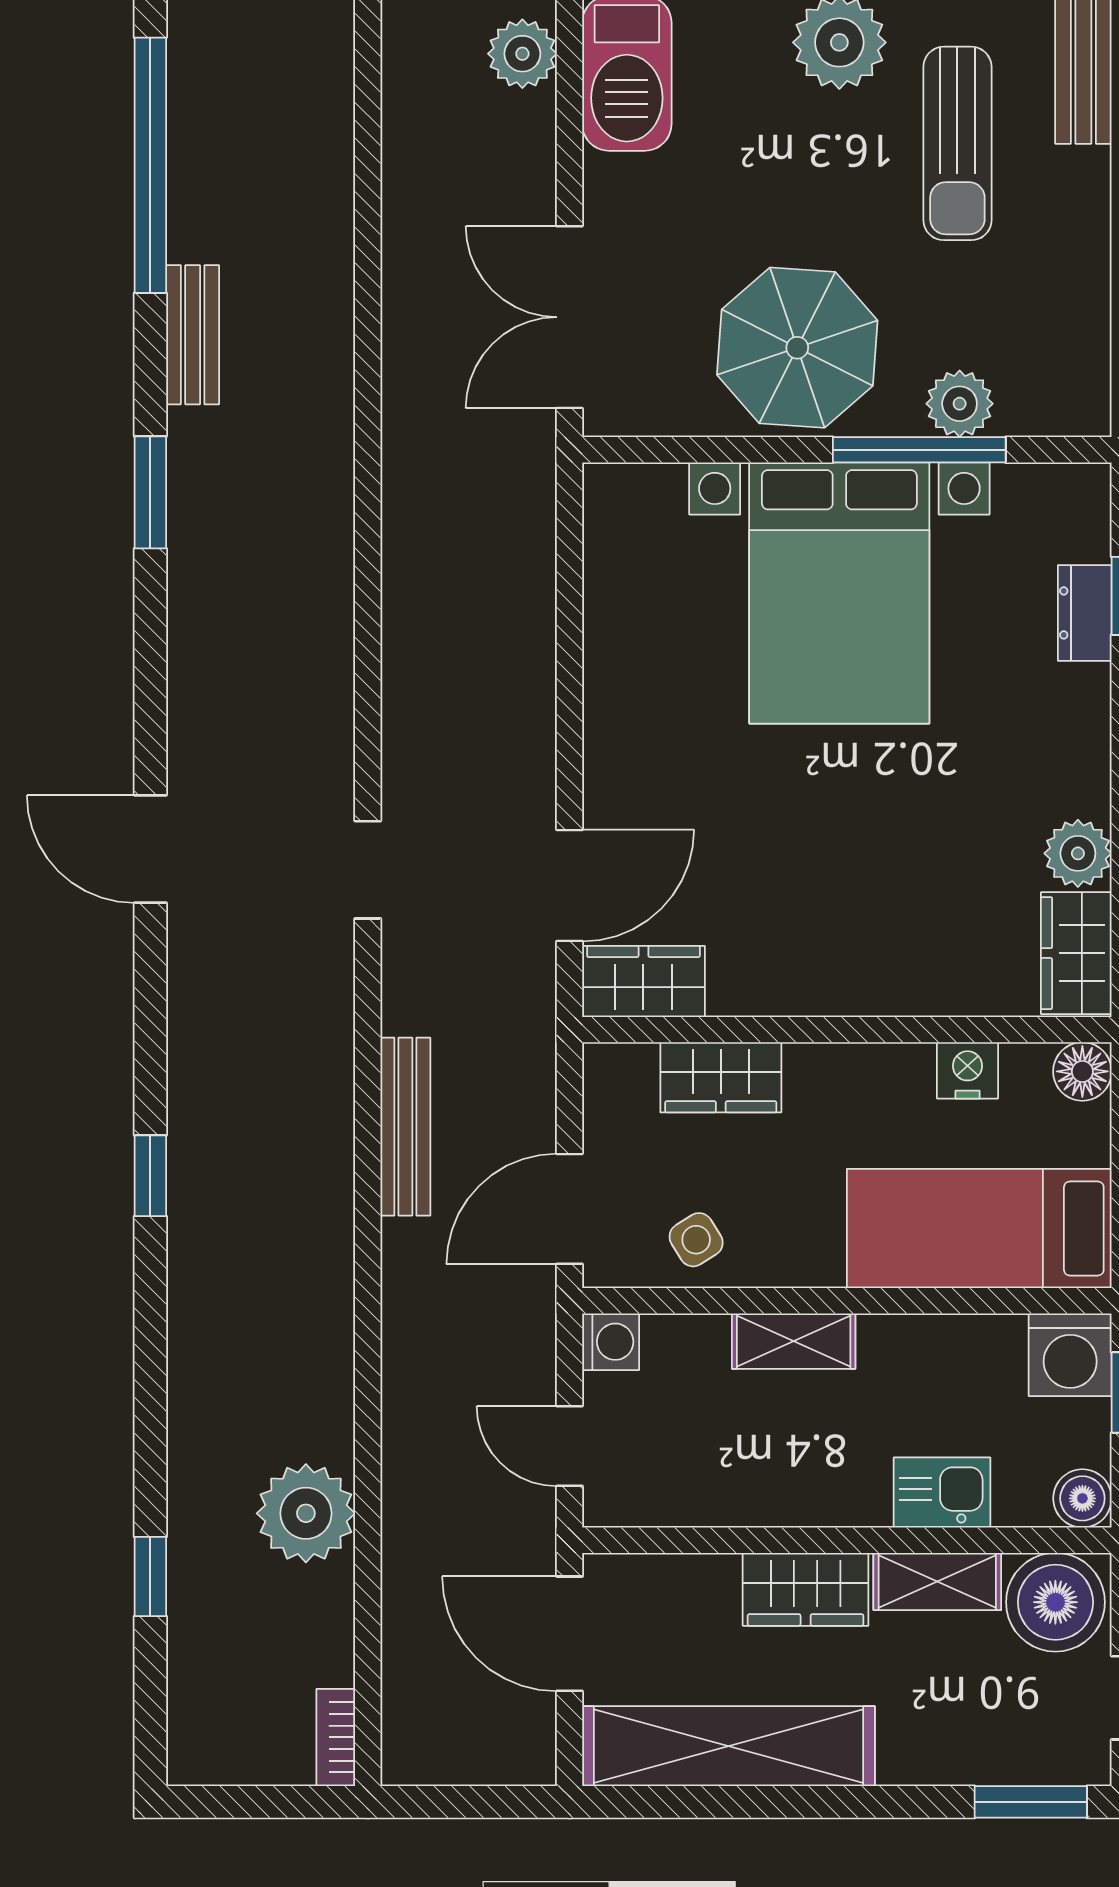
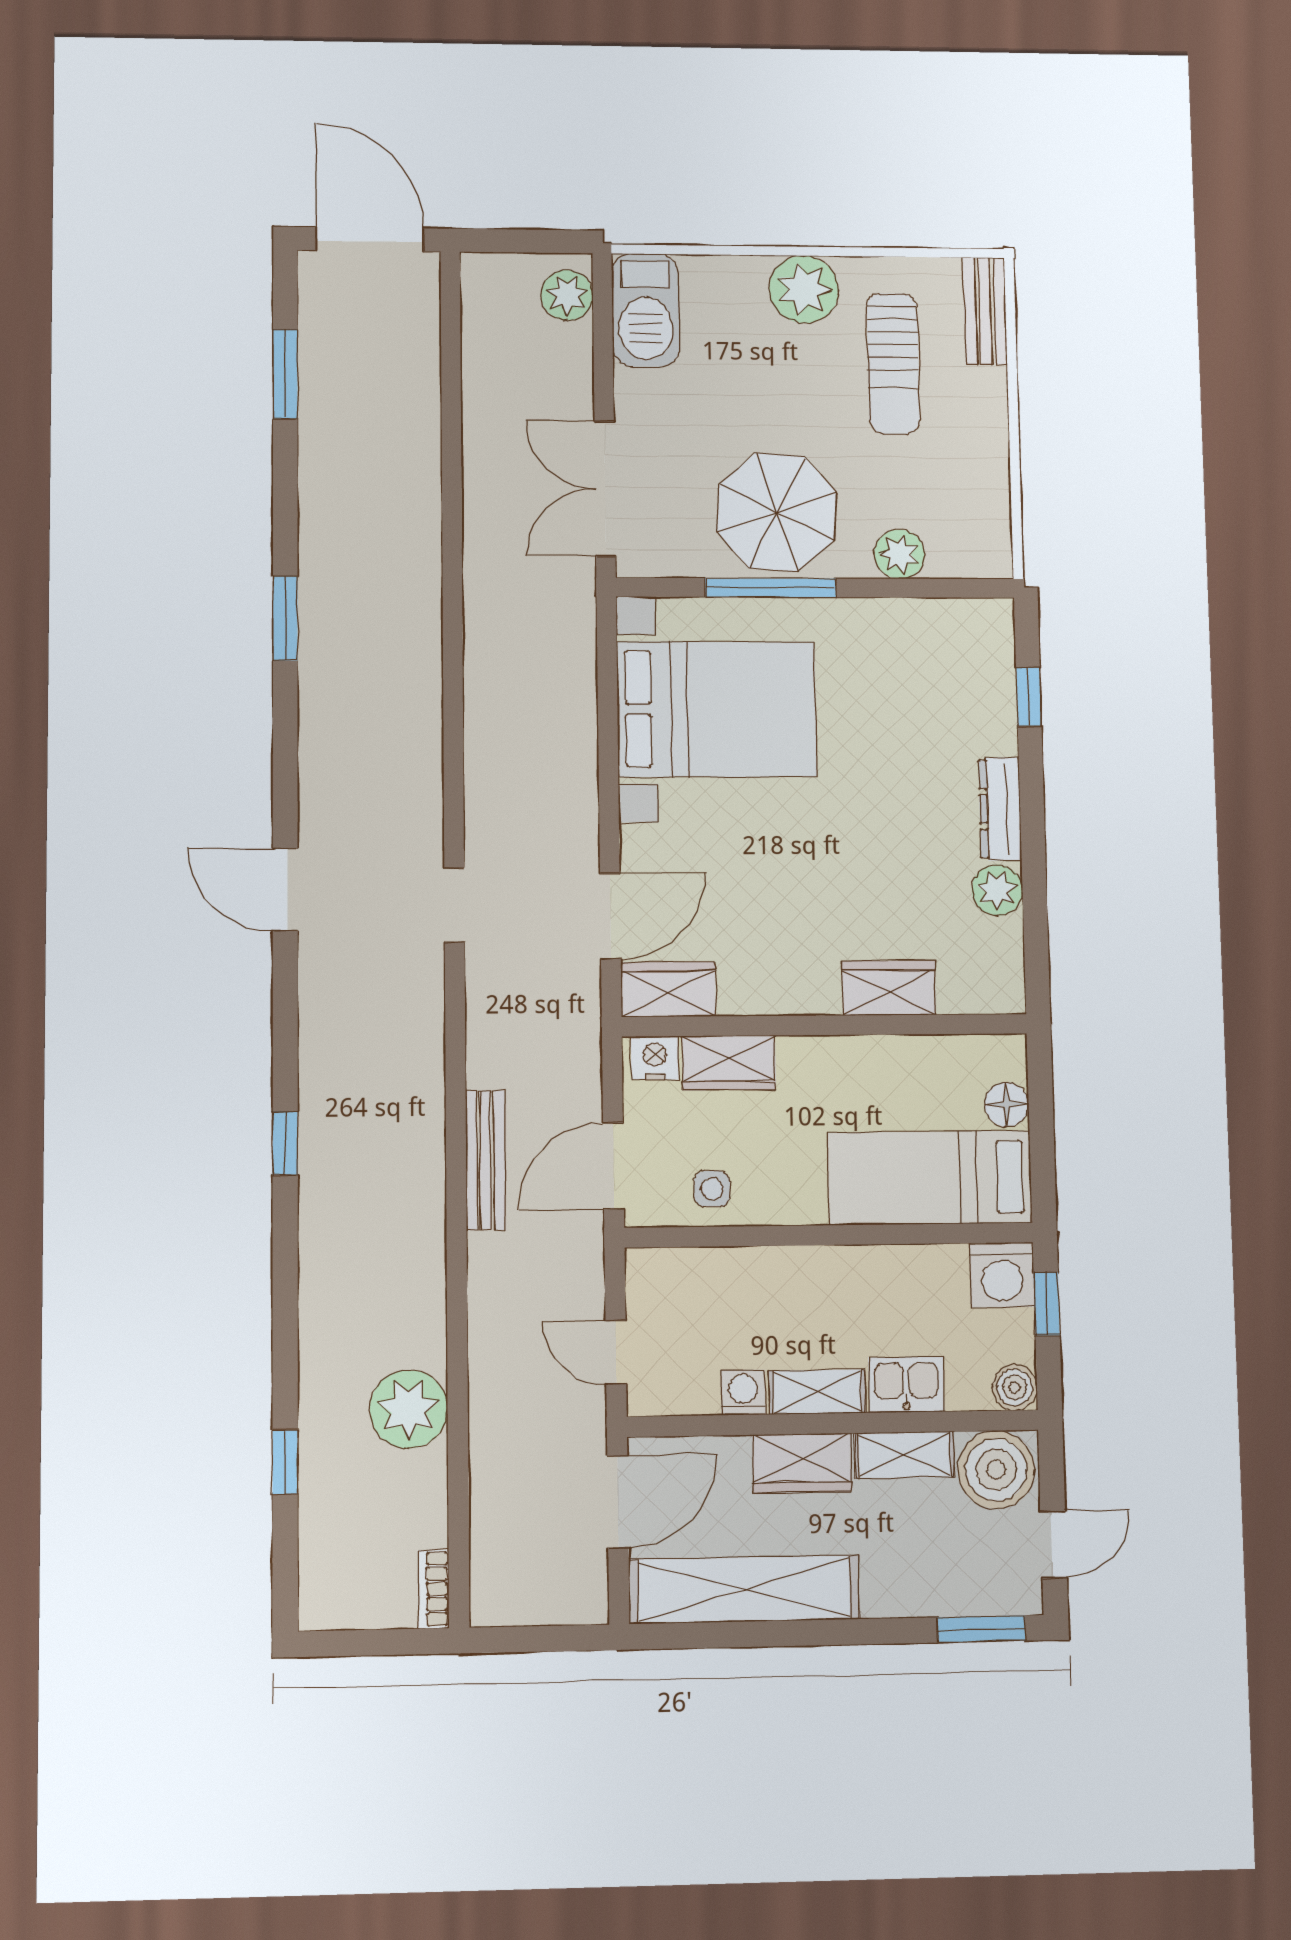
window: (150, 165) -> (285, 374), width x0.47
bench: (193, 335) -> (318, 500), removed
window: (919, 450) -> (771, 588), moved
bed with nightstands: (839, 593) -> (717, 709), moved, turned -90
dresser: (1085, 613) -> (1000, 809), moved, width x1.44
wardrobe: (1076, 953) -> (889, 988), moved, turned 90
nightstand: (968, 1070) -> (655, 1058), moved
floor lamp: (1082, 1071) -> (1007, 1105), moved
bench: (405, 1127) -> (485, 1160), moved
side table: (696, 1240) -> (712, 1189), turned 32
shelving: (794, 1341) -> (817, 1392), moved
washing machine: (611, 1342) -> (743, 1392), moved, turned -90
door: (570, 1634) -> (618, 1502), swing flipped

